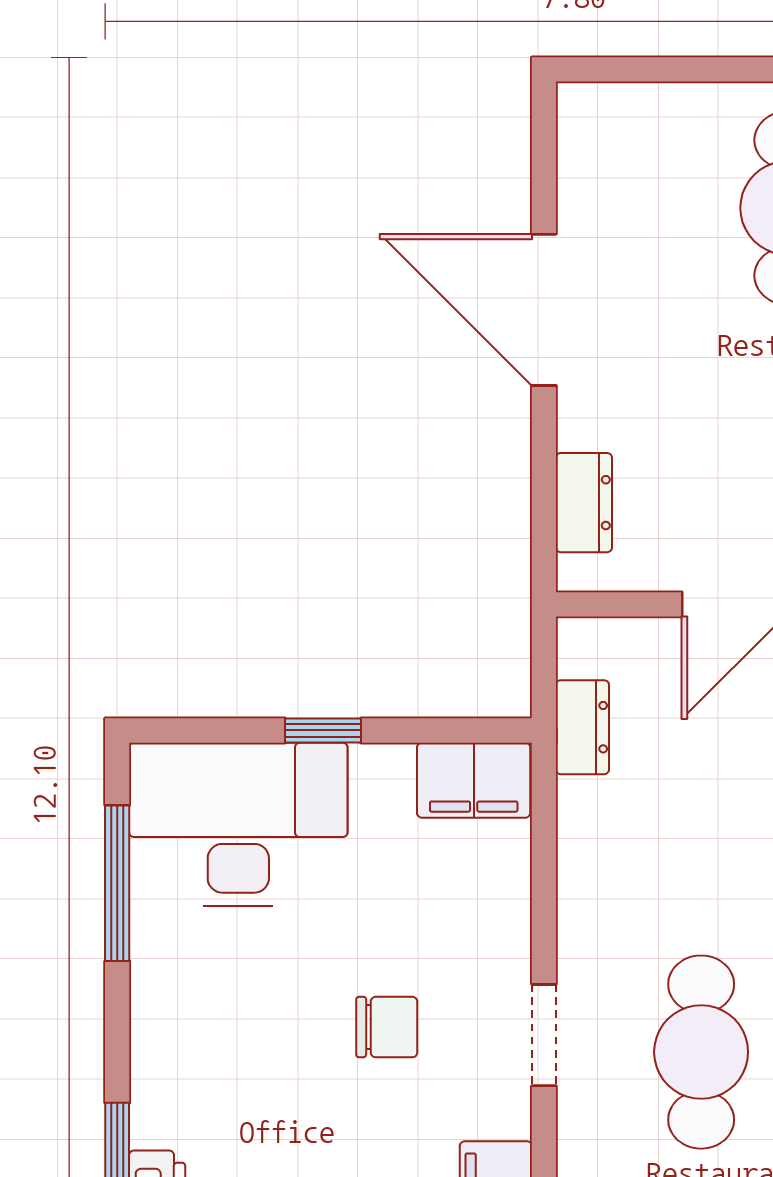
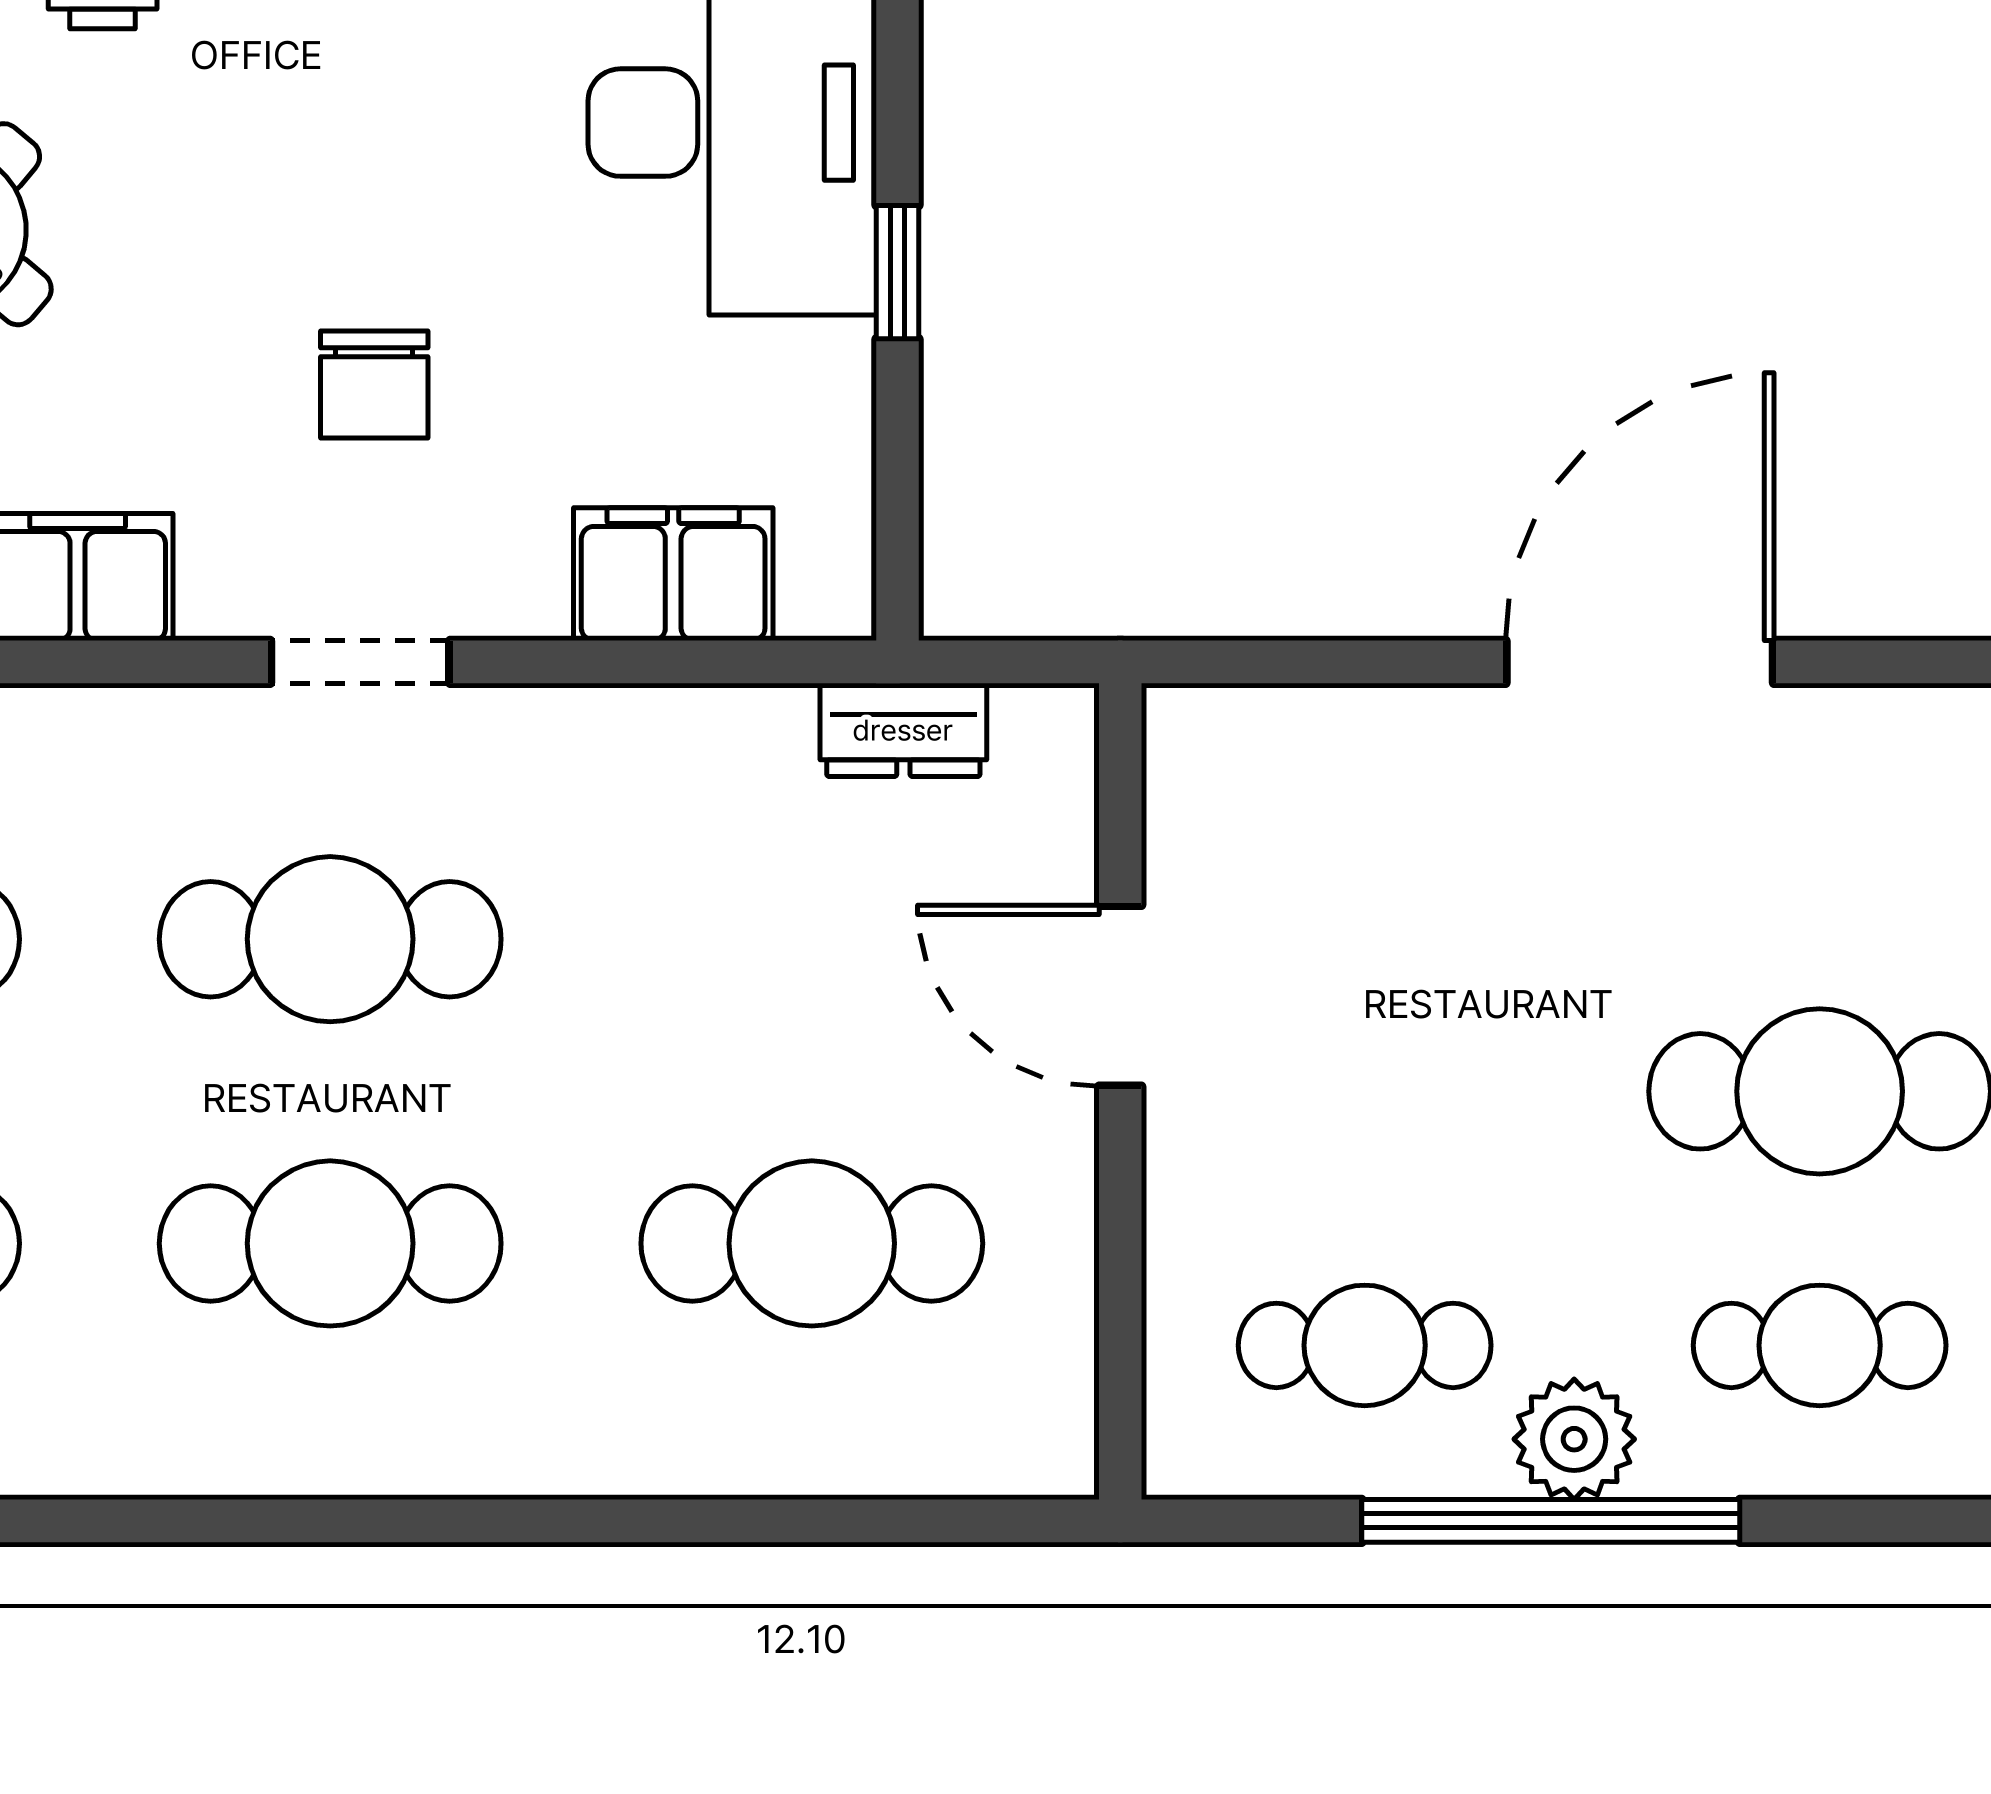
dresser: (584, 503) -> (1300, 732), removed
filing cabinet: (474, 780) -> (673, 574), moved, turned 90

